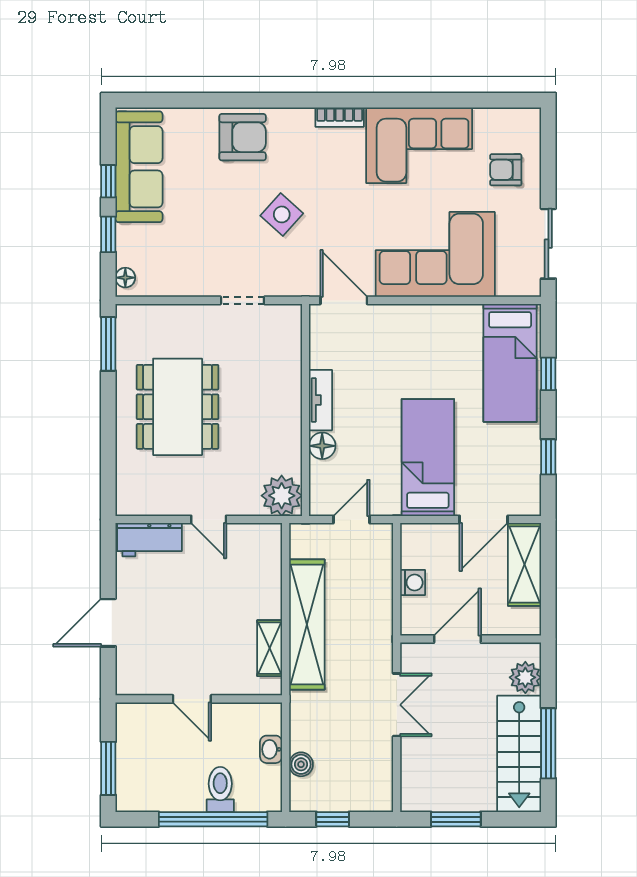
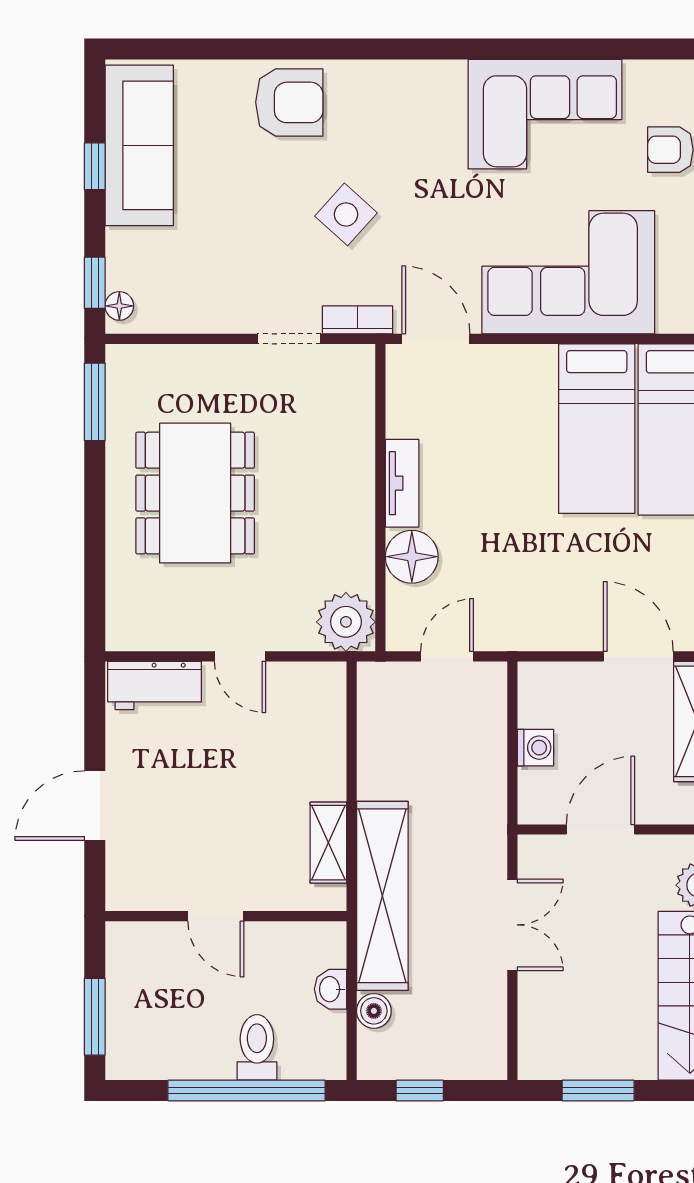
bookcase: (340, 117) -> (357, 320), moved, turned 180
window: (108, 234) -> (95, 283), moved
floor lamp: (322, 446) -> (412, 557), width x1.38, depth x1.38
bed: (428, 458) -> (597, 429), moved, turned 180
door: (484, 520) -> (638, 656), swing flipped
shelving: (307, 624) -> (382, 896), moved

